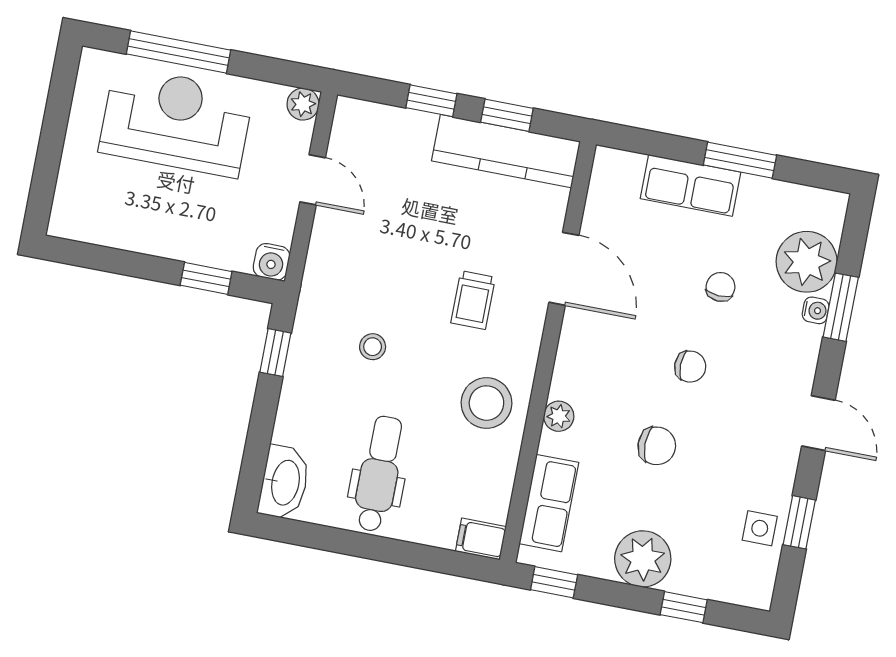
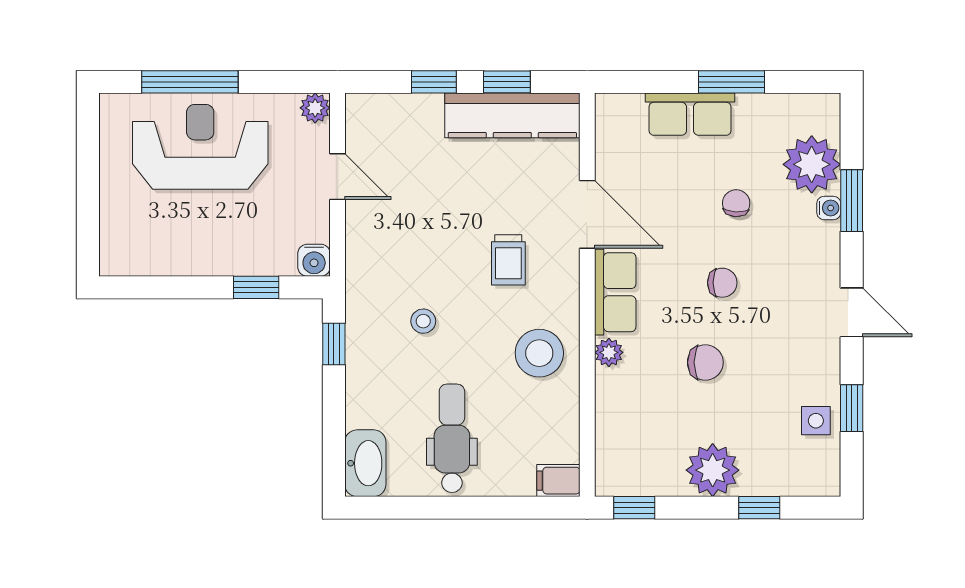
row of seats: (549, 503) -> (615, 292), moved

